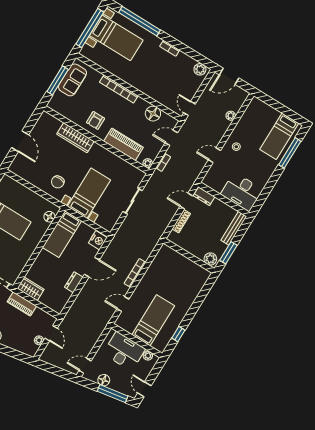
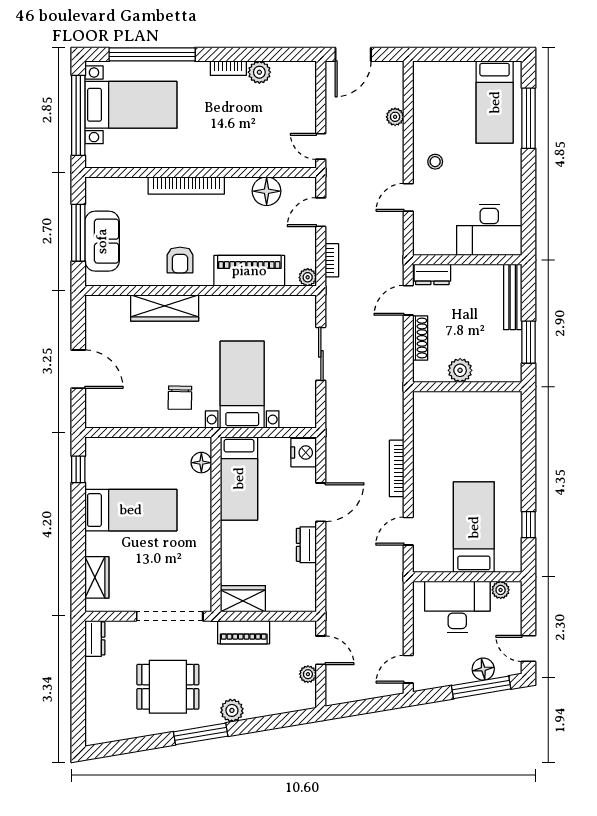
plant: (200, 69) -> (259, 72), moved
sofa: (73, 80) -> (102, 241), moved
plant: (210, 259) -> (460, 370), moved
floor lamp: (104, 380) -> (483, 669), moved

